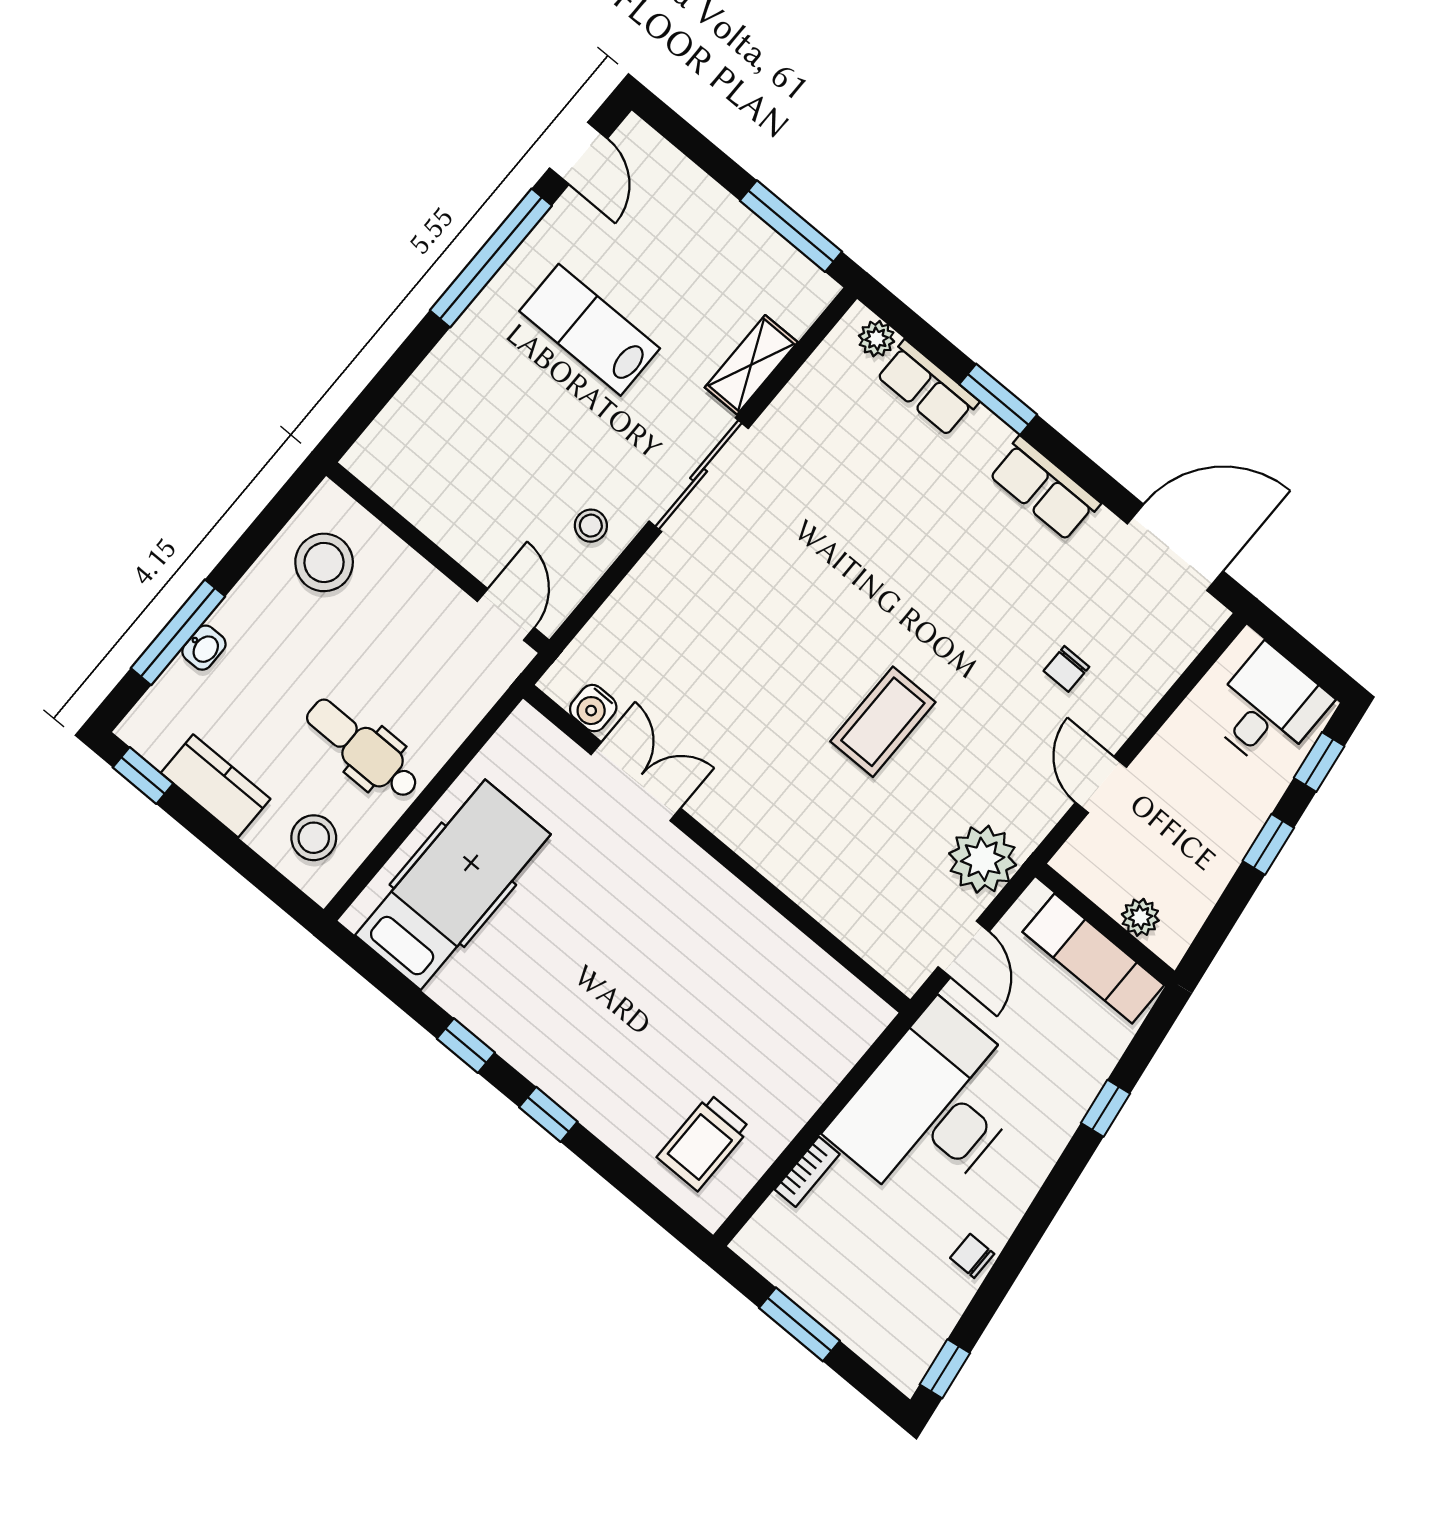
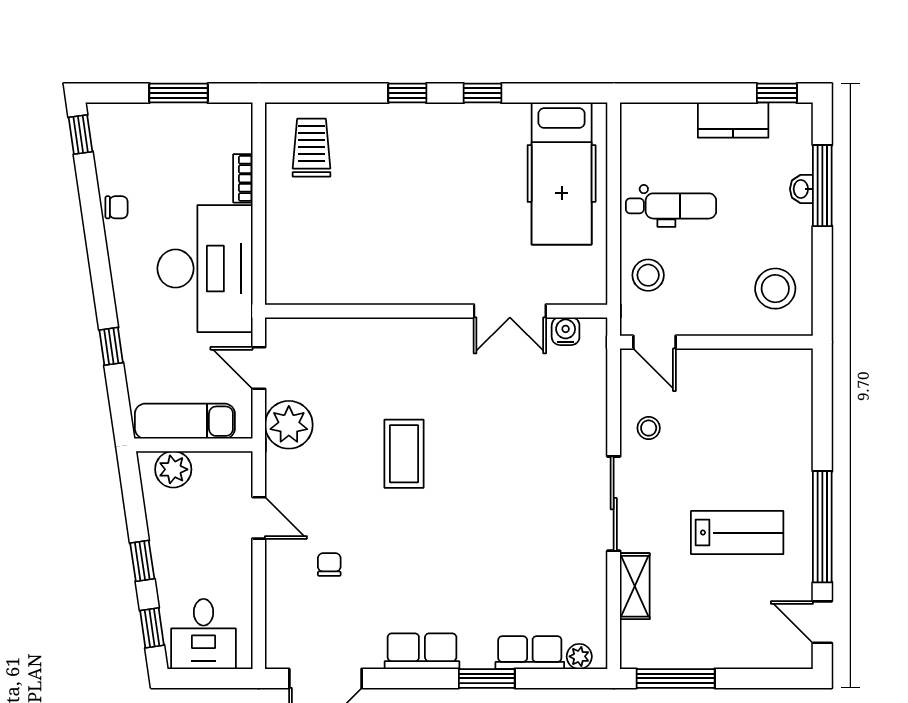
stool: (314, 838) -> (648, 275), moved
plant: (1140, 917) -> (173, 469), width x1.38, depth x1.38

